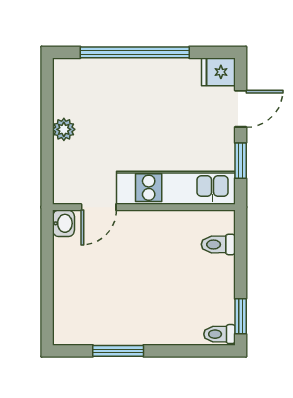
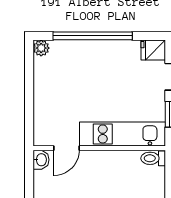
plant: (64, 129) -> (41, 48), moved
toilet: (218, 244) -> (153, 158), moved

